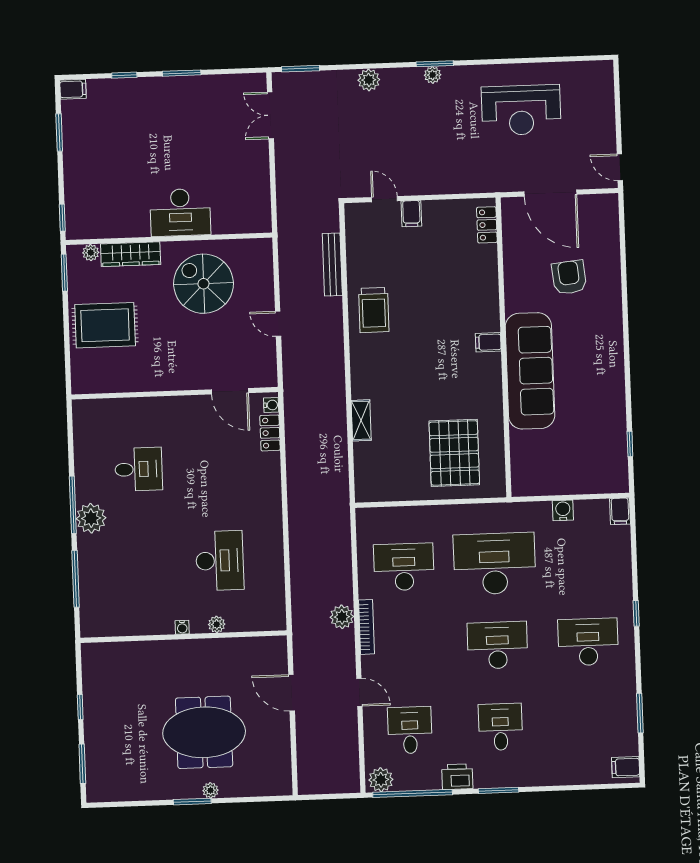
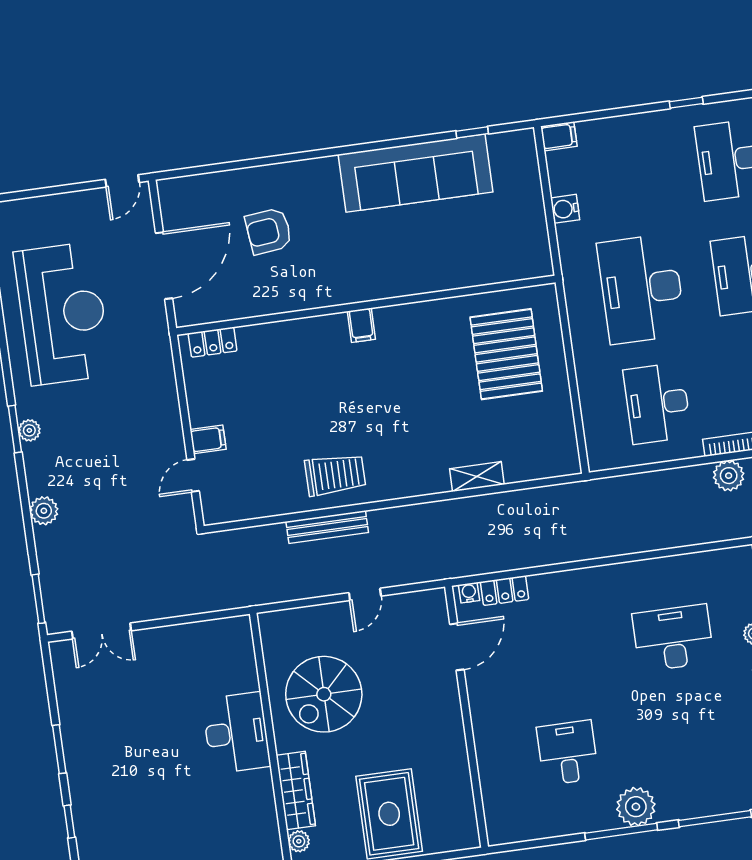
reception desk: (521, 110) -> (63, 314), width x1.36, depth x1.30
bench: (332, 265) -> (327, 527), moved
sofa: (530, 371) -> (416, 173), moved, turned 180
pallet: (454, 453) -> (506, 354), turned 90

